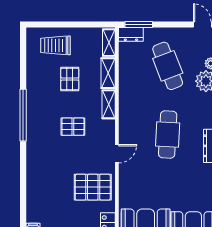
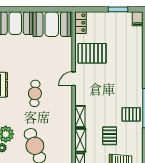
pallet: (73, 127) -> (131, 114), moved
cafe table: (168, 135) -> (35, 93), width x0.73, depth x0.74

